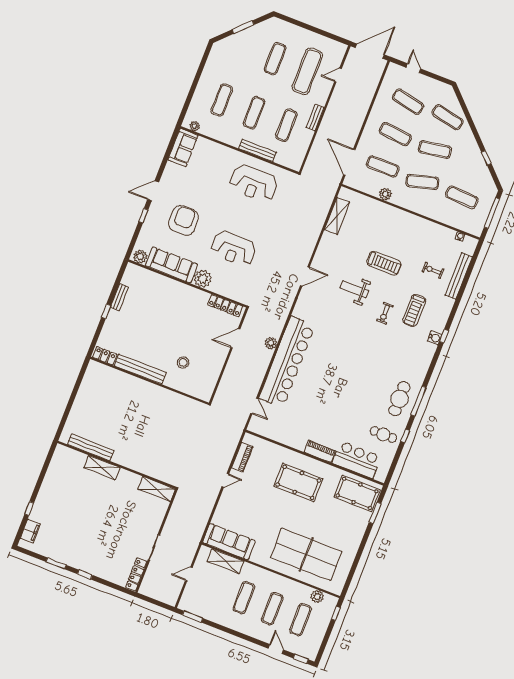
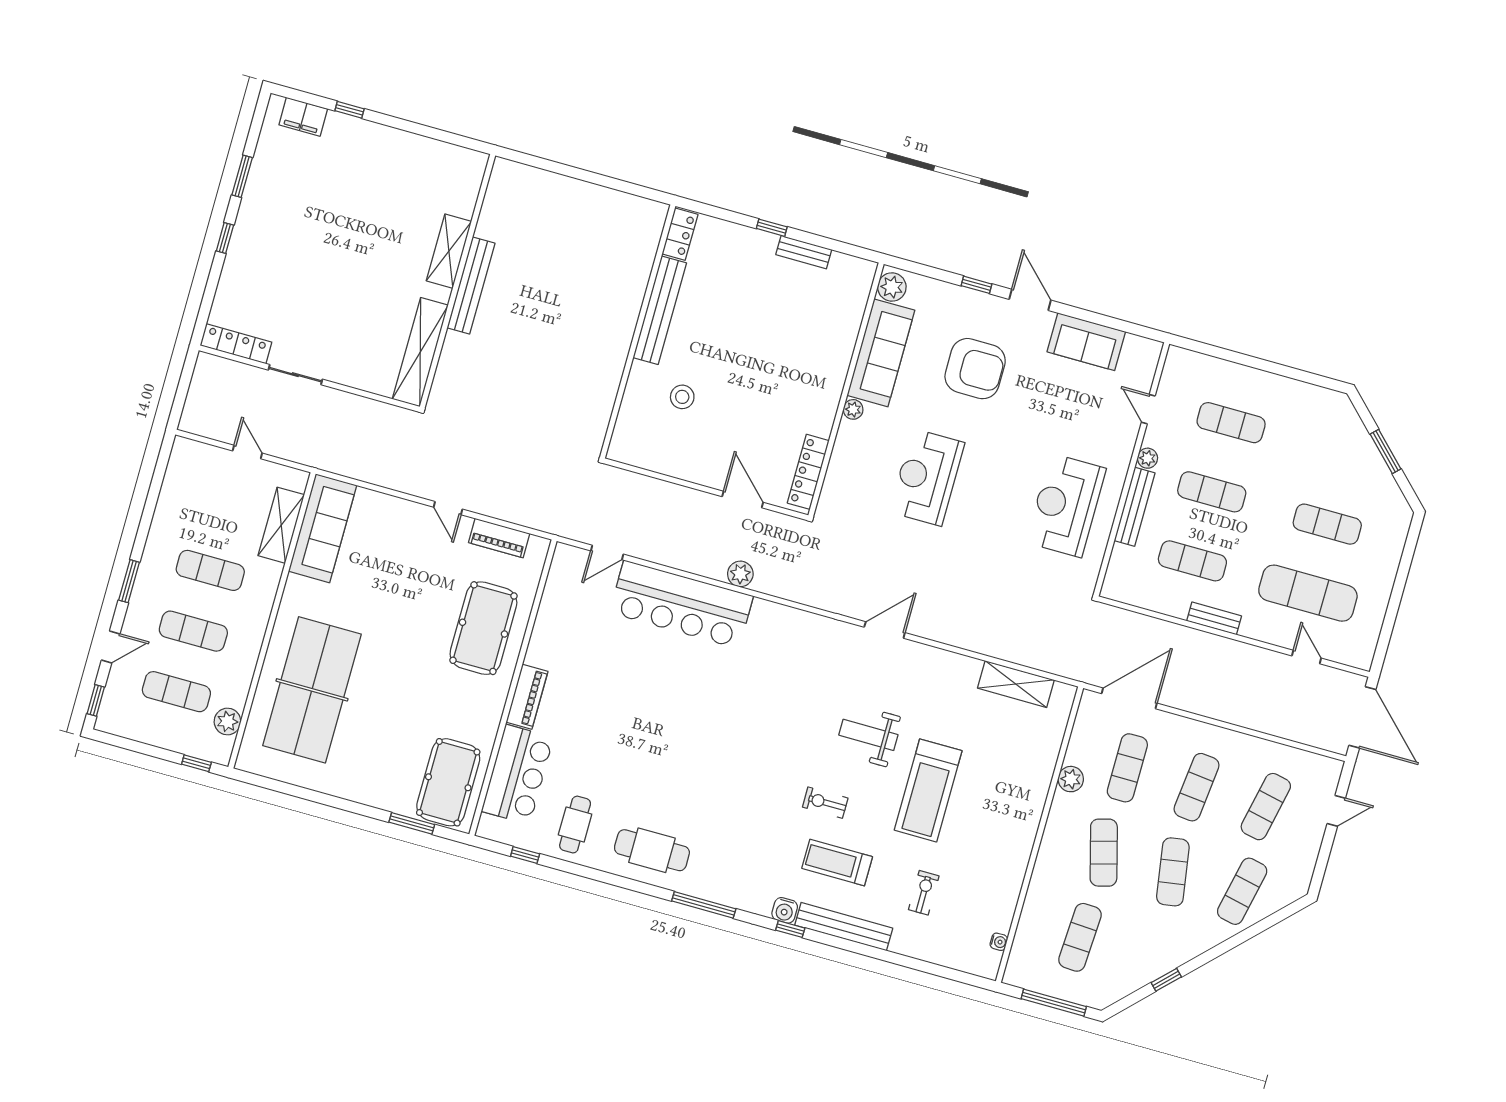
plant: (195, 126) -> (1147, 458), moved
door: (211, 139) -> (1148, 409), added
sofa: (183, 148) -> (1086, 342), moved
treadmill: (384, 263) -> (928, 790), width x1.37, depth x1.38
door: (305, 276) -> (885, 630), swing flipped
bench: (459, 276) -> (844, 927), moved
plant: (203, 279) -> (853, 409), width x0.53, depth x0.53
weight bench: (354, 289) -> (868, 735), turned -90
bar counter: (287, 362) -> (681, 604), width x0.73
window: (419, 401) -> (704, 905), moved
window: (405, 436) -> (525, 855), moved
bench: (91, 447) -> (471, 286), moved
pool table: (298, 482) -> (483, 628), moved
shelving: (157, 489) -> (420, 352), width x1.47
window: (193, 617) -> (129, 581), moved

